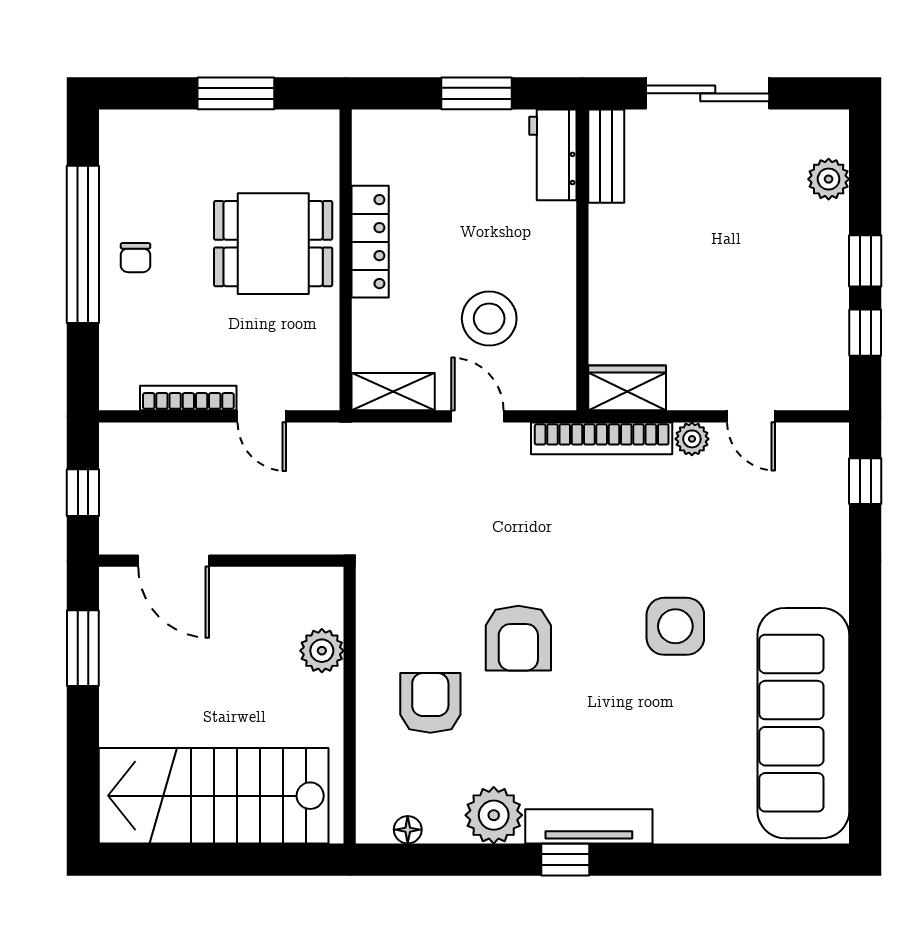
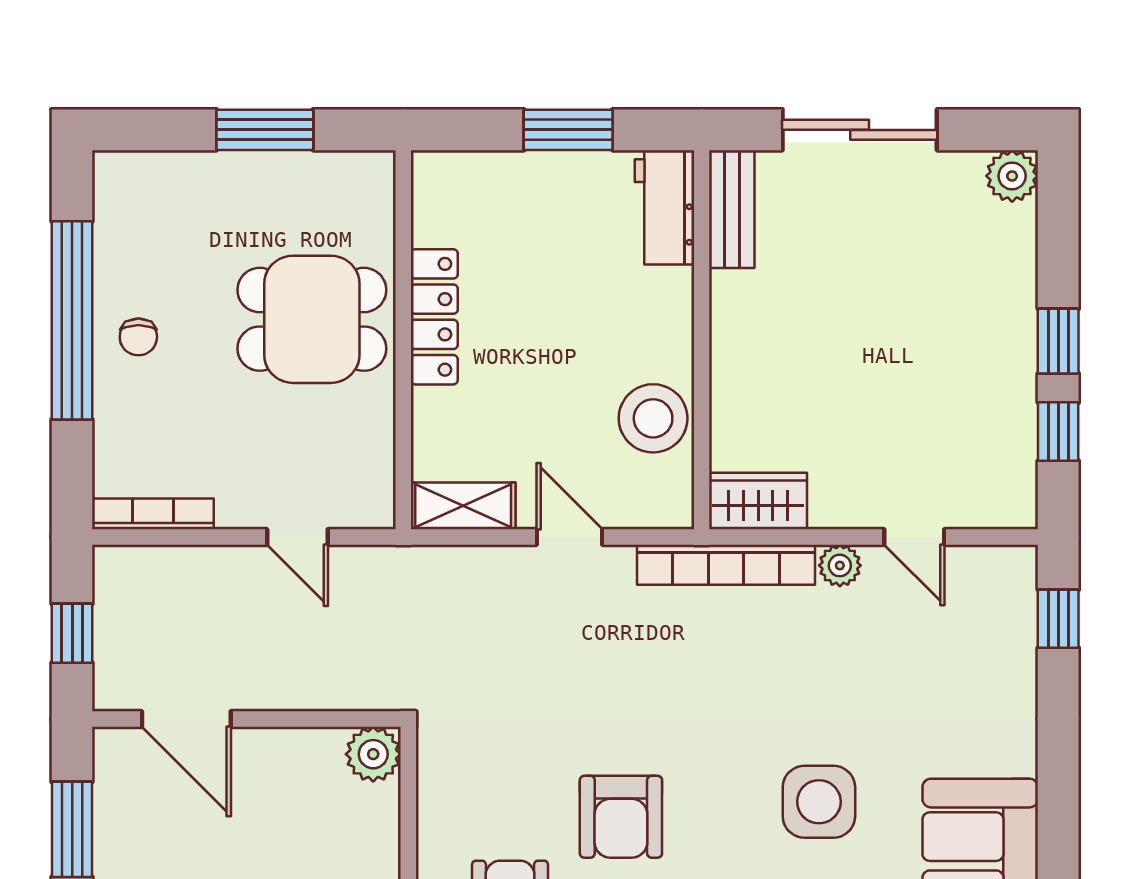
plant: (829, 179) -> (1012, 176), moved
stool: (489, 319) -> (653, 418), moved
bookcase: (188, 398) -> (153, 514), moved
plant: (322, 651) -> (373, 754), moved

